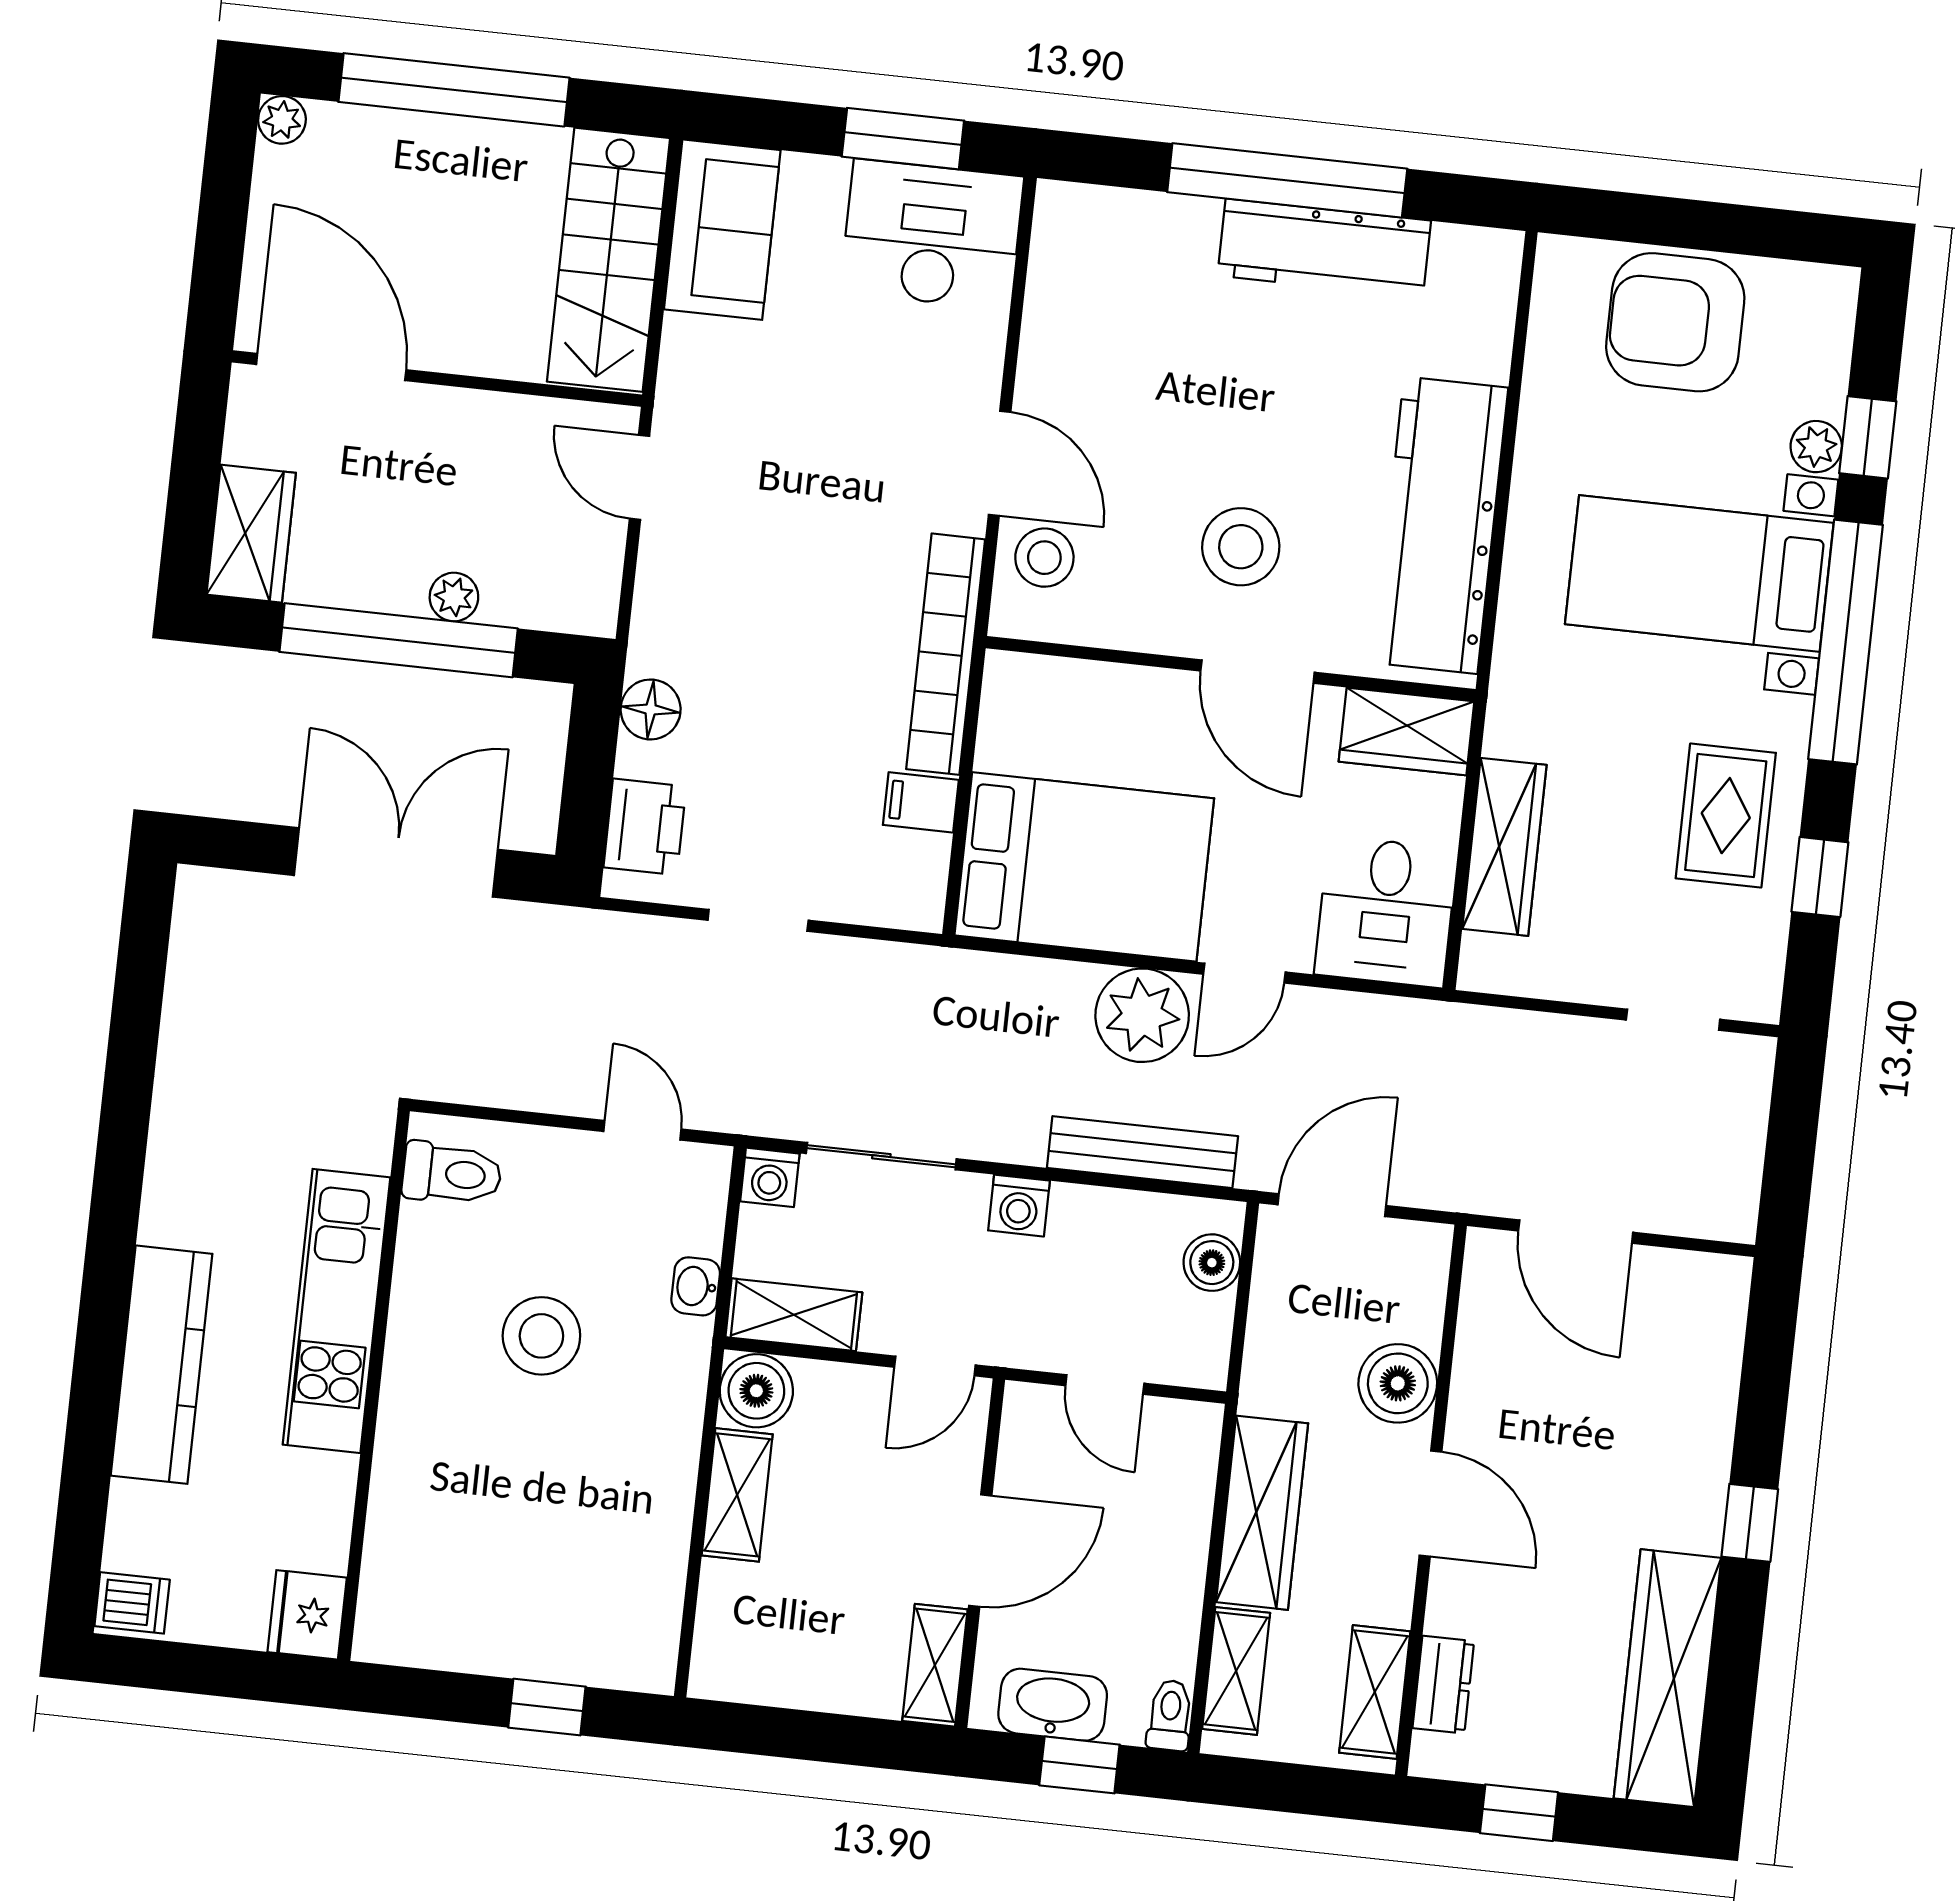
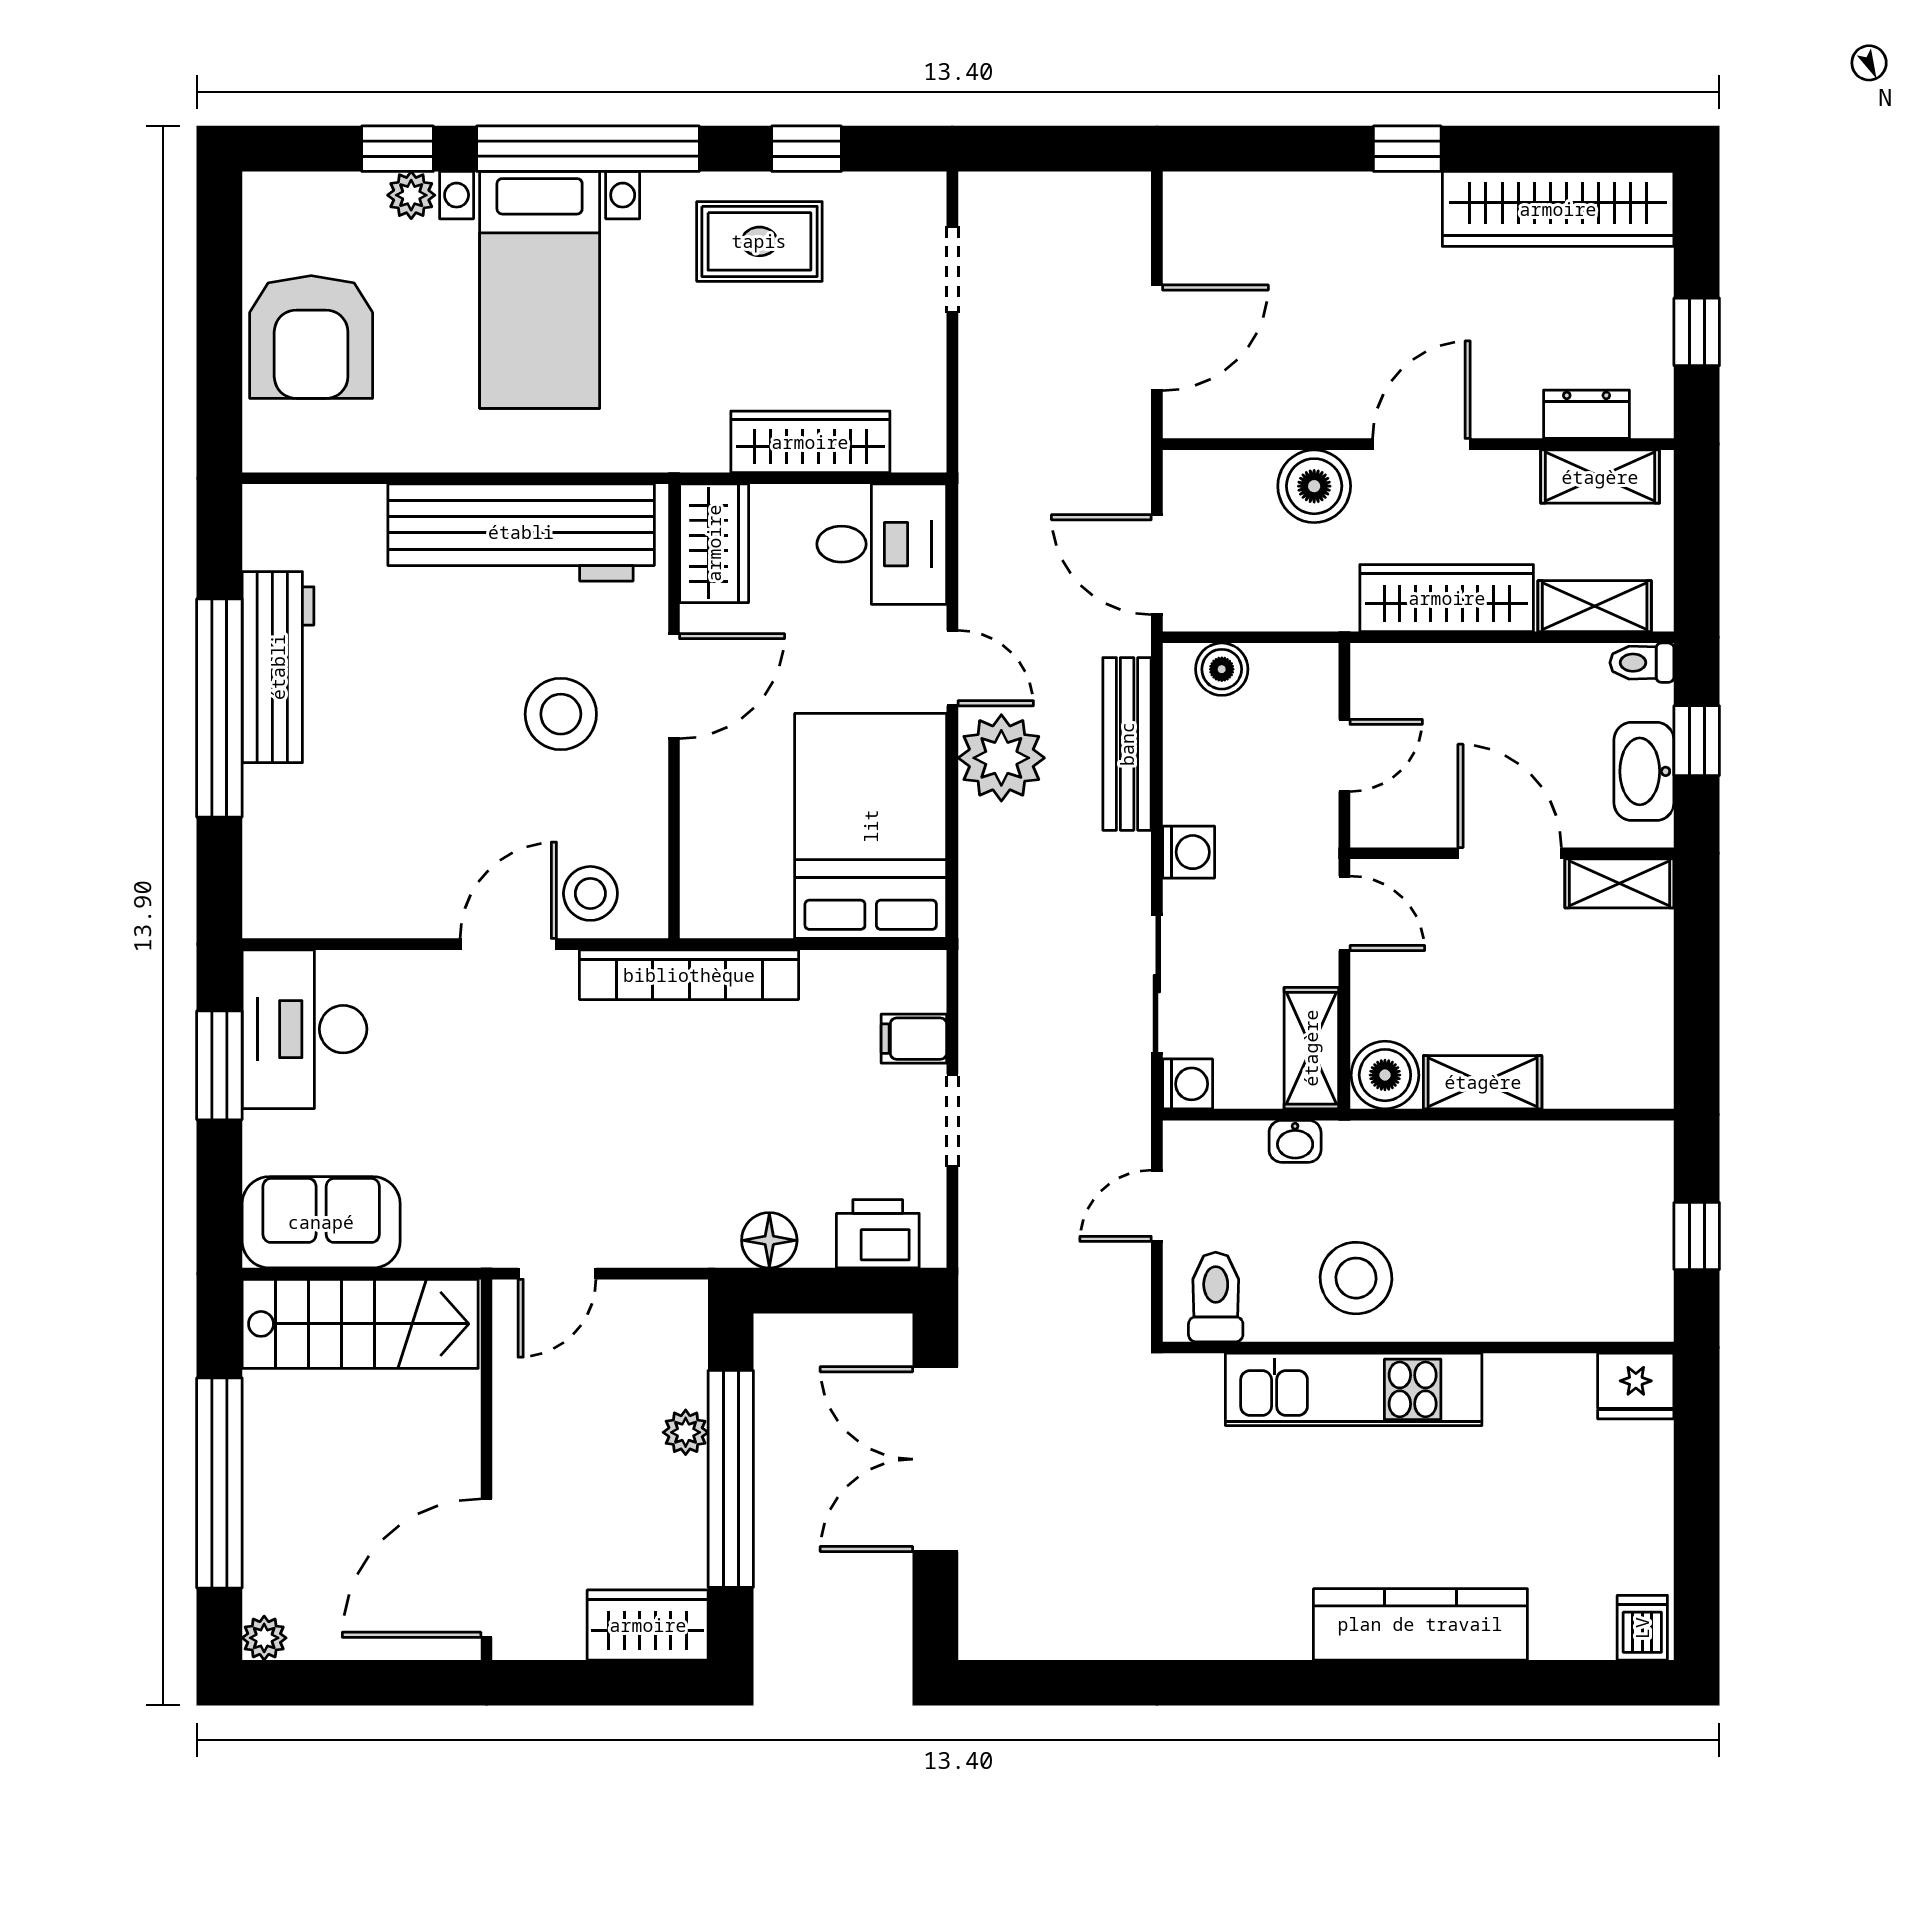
filing cabinet: (921, 802) -> (914, 1039), moved, turned 90
toilet: (452, 1174) -> (1216, 1297), moved
kitchen unit: (337, 1311) -> (1354, 1389), moved
wall: (374, 1385) -> (1418, 1348), moved
fridge: (307, 1615) -> (1636, 1386), moved

